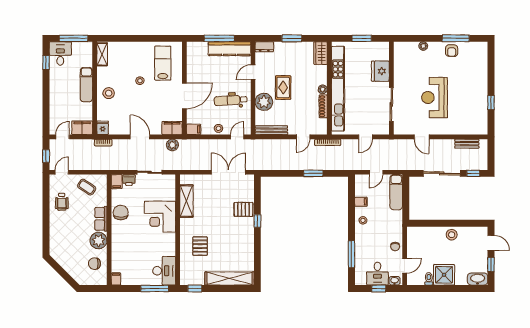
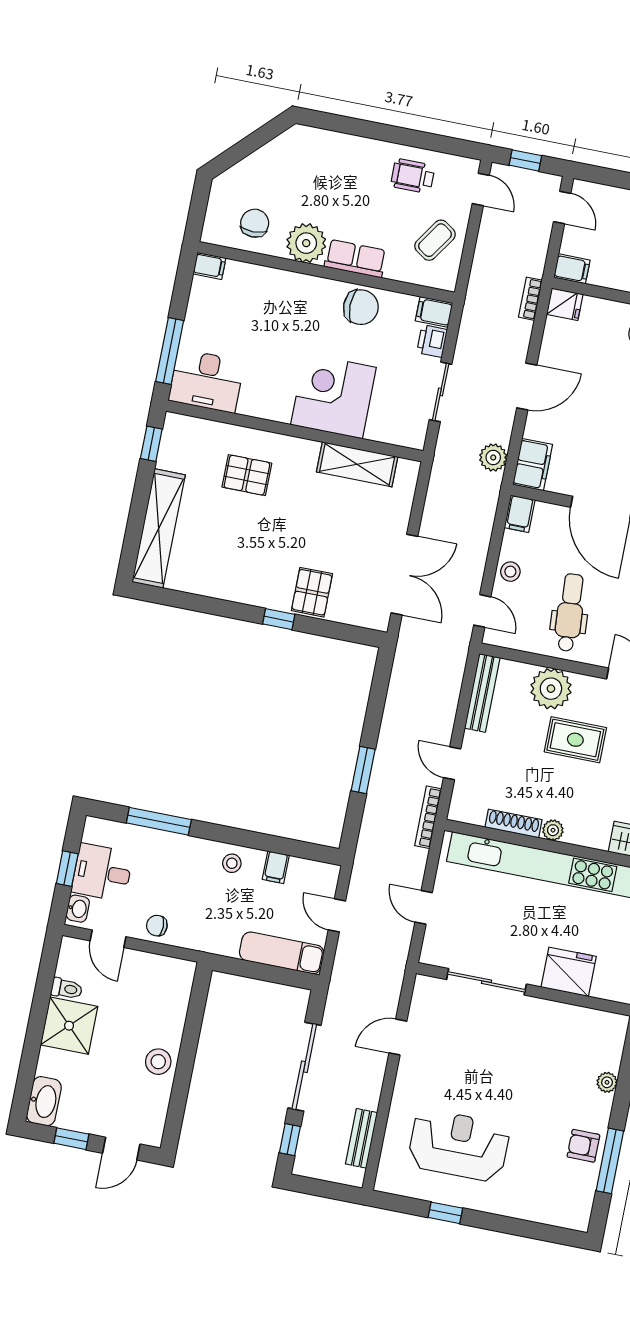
reception desk: (434, 97) -> (459, 1145), moved
filing cabinet: (82, 128) -> (572, 269), width x0.50

